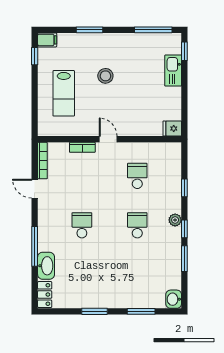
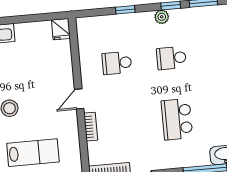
school desk: (82, 225) -> (177, 119), width x1.85

